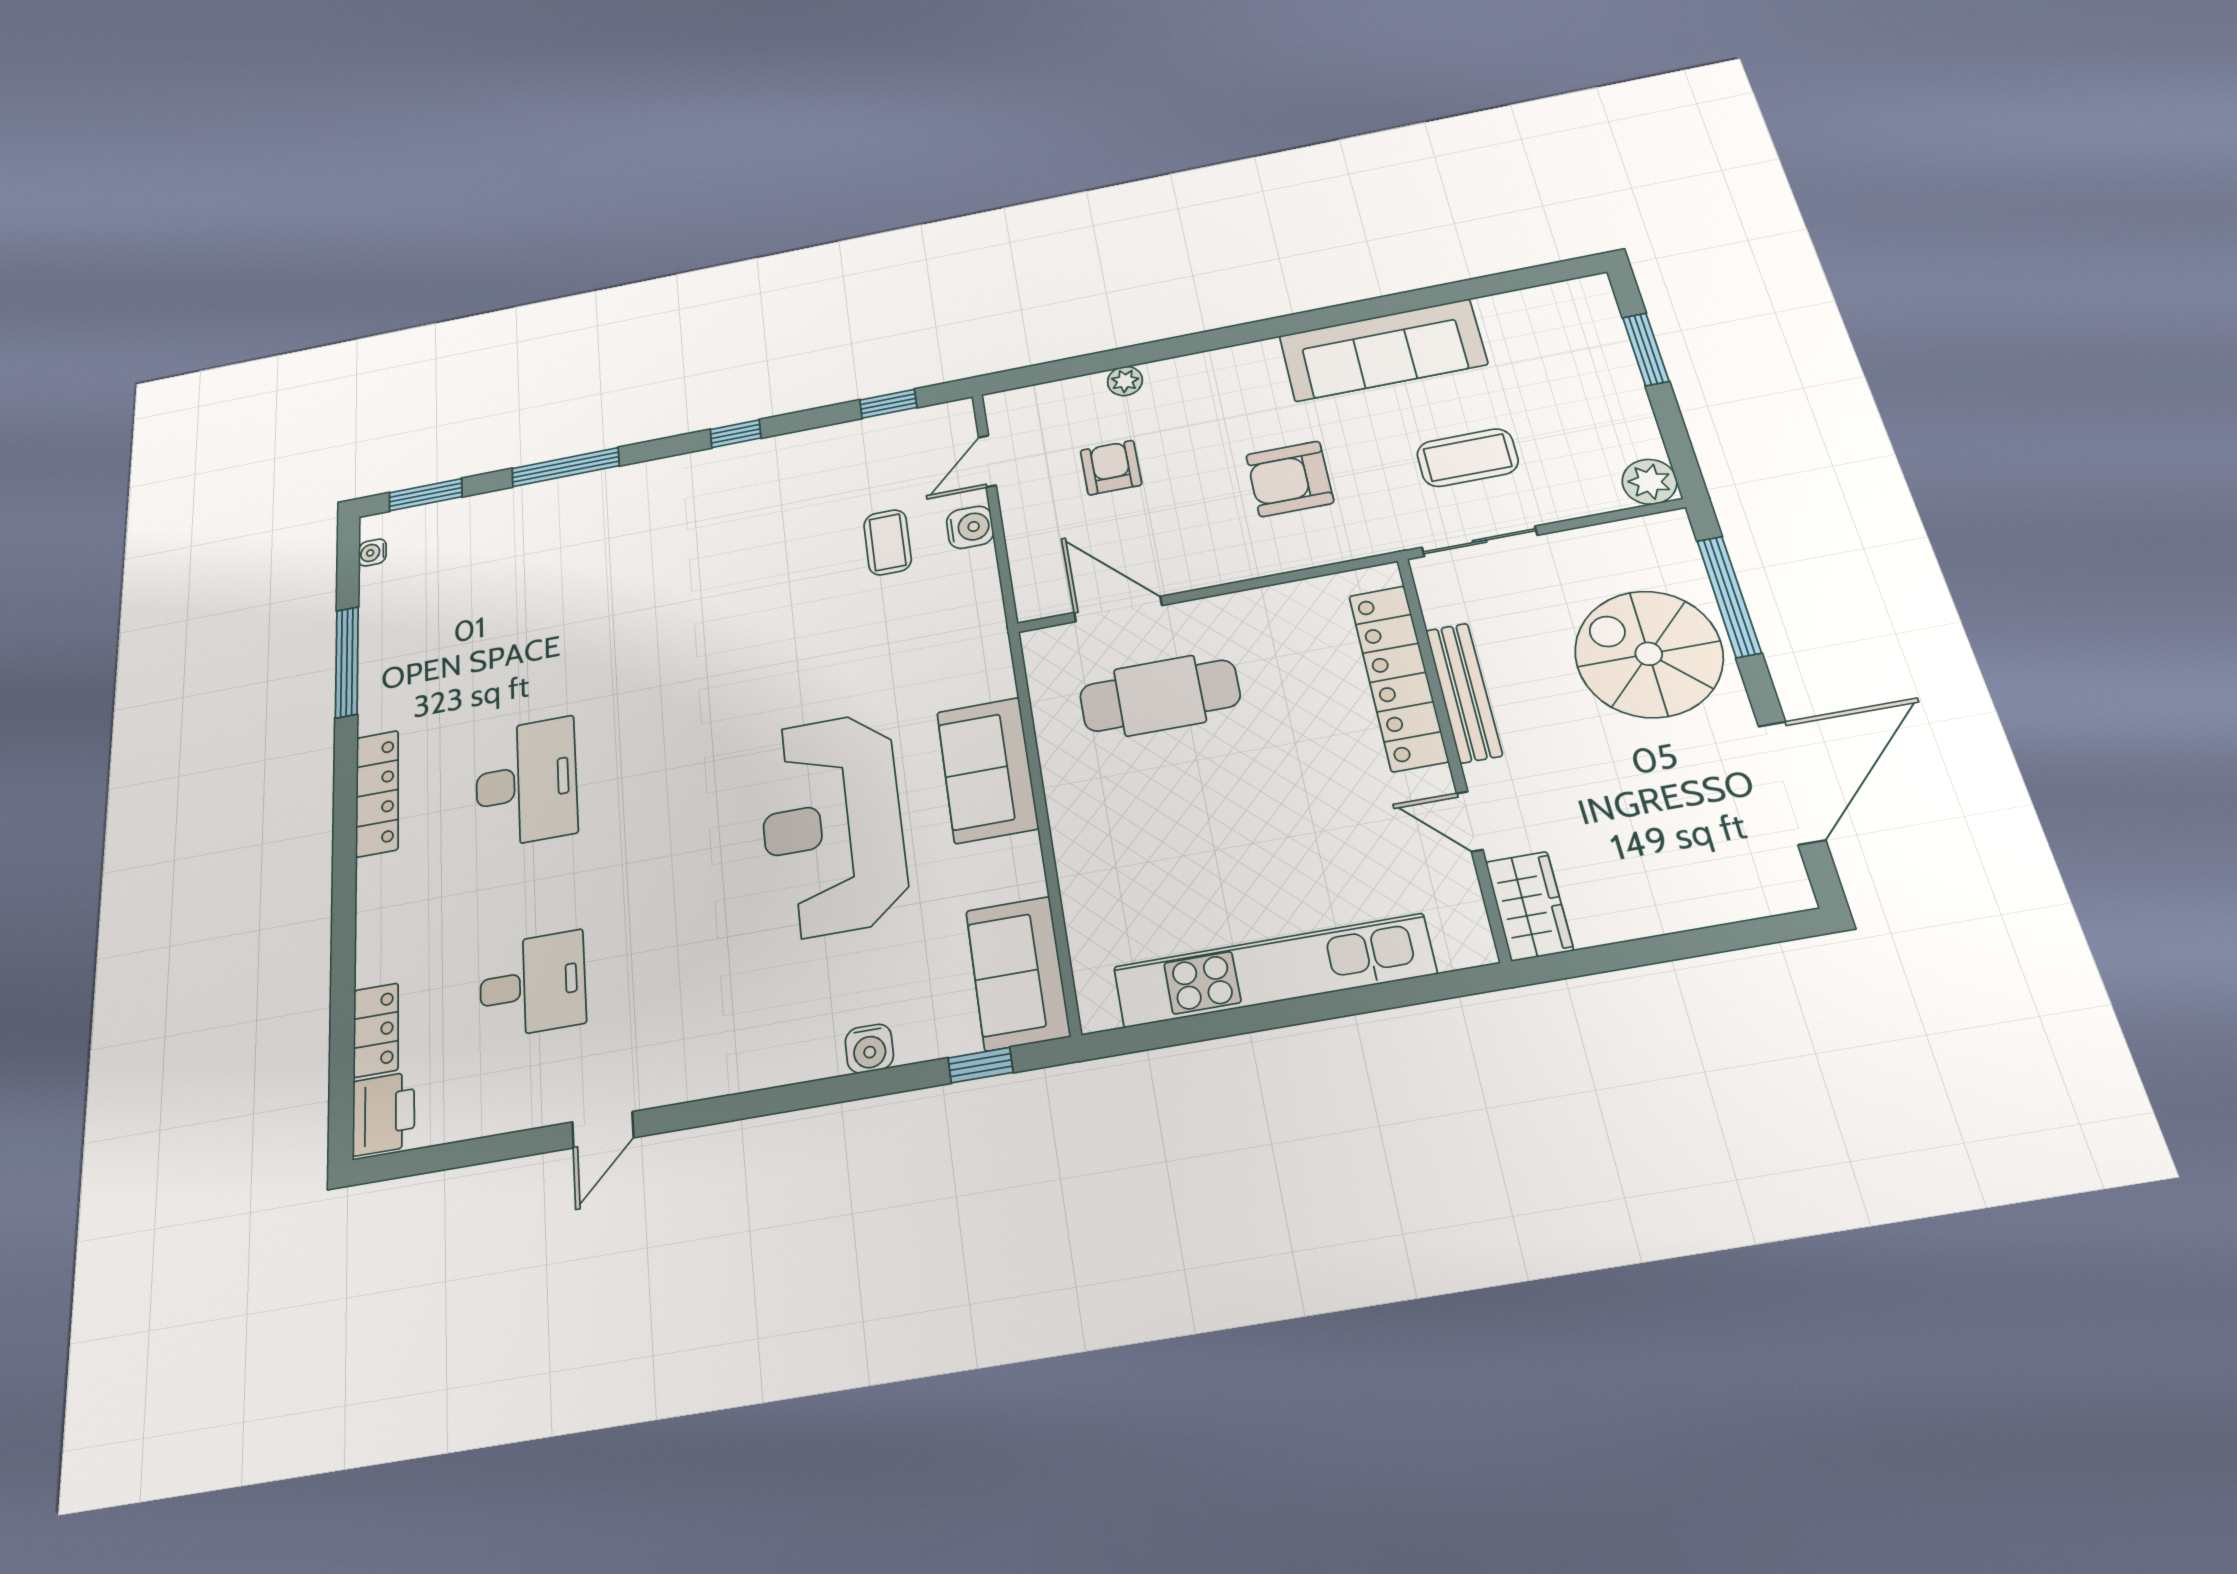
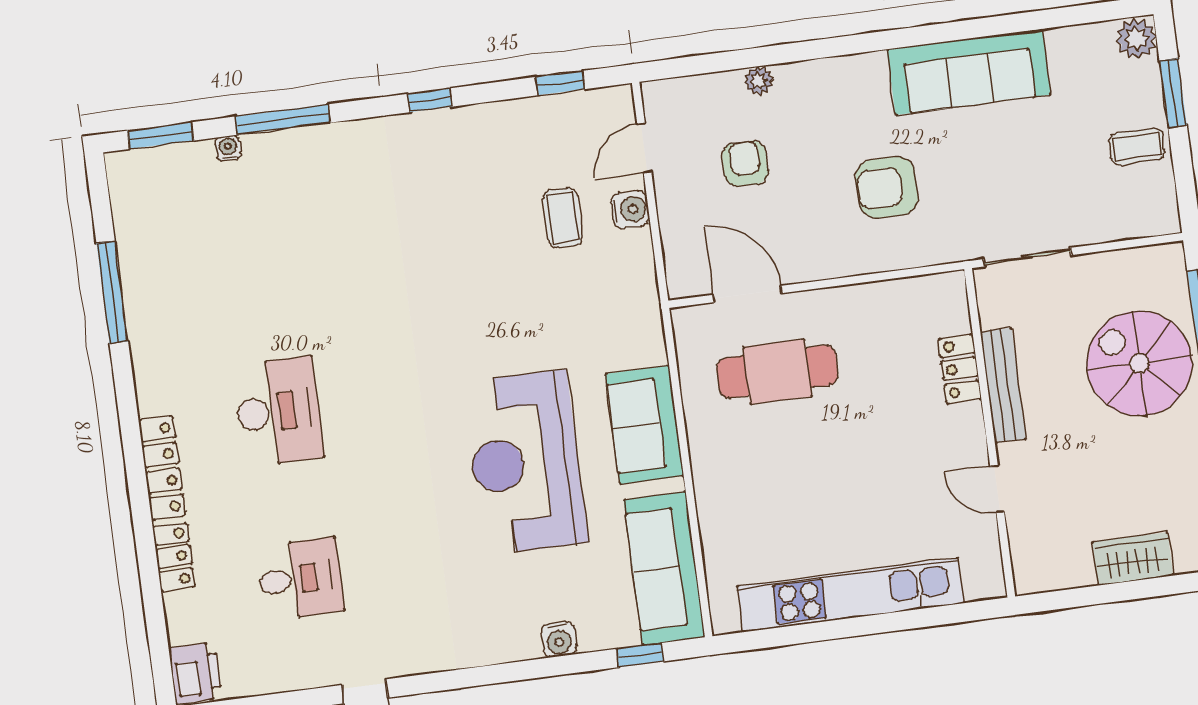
coffee table: (1467, 458) -> (1137, 147), moved, width x0.73, depth x0.77
plant: (1649, 482) -> (1136, 38), moved
water cooler: (372, 553) -> (228, 148), moved, turned 90
locker: (1398, 677) -> (960, 369), width x0.46, depth x0.83
locker: (377, 793) -> (162, 468), moved
wardrobe: (1529, 906) -> (1133, 559), moved, turned -90
sofa: (1018, 973) -> (664, 568), width x1.36
locker: (376, 1030) -> (174, 557), moved

